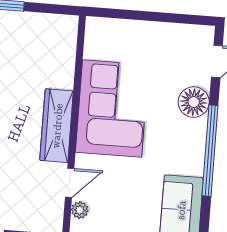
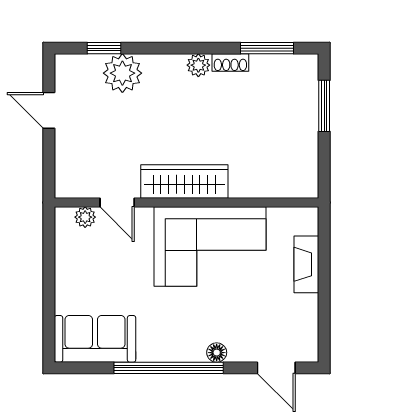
fireplace: (133, 30) -> (306, 264), added
floor lamp: (194, 102) -> (217, 353), width x0.53, depth x0.53

